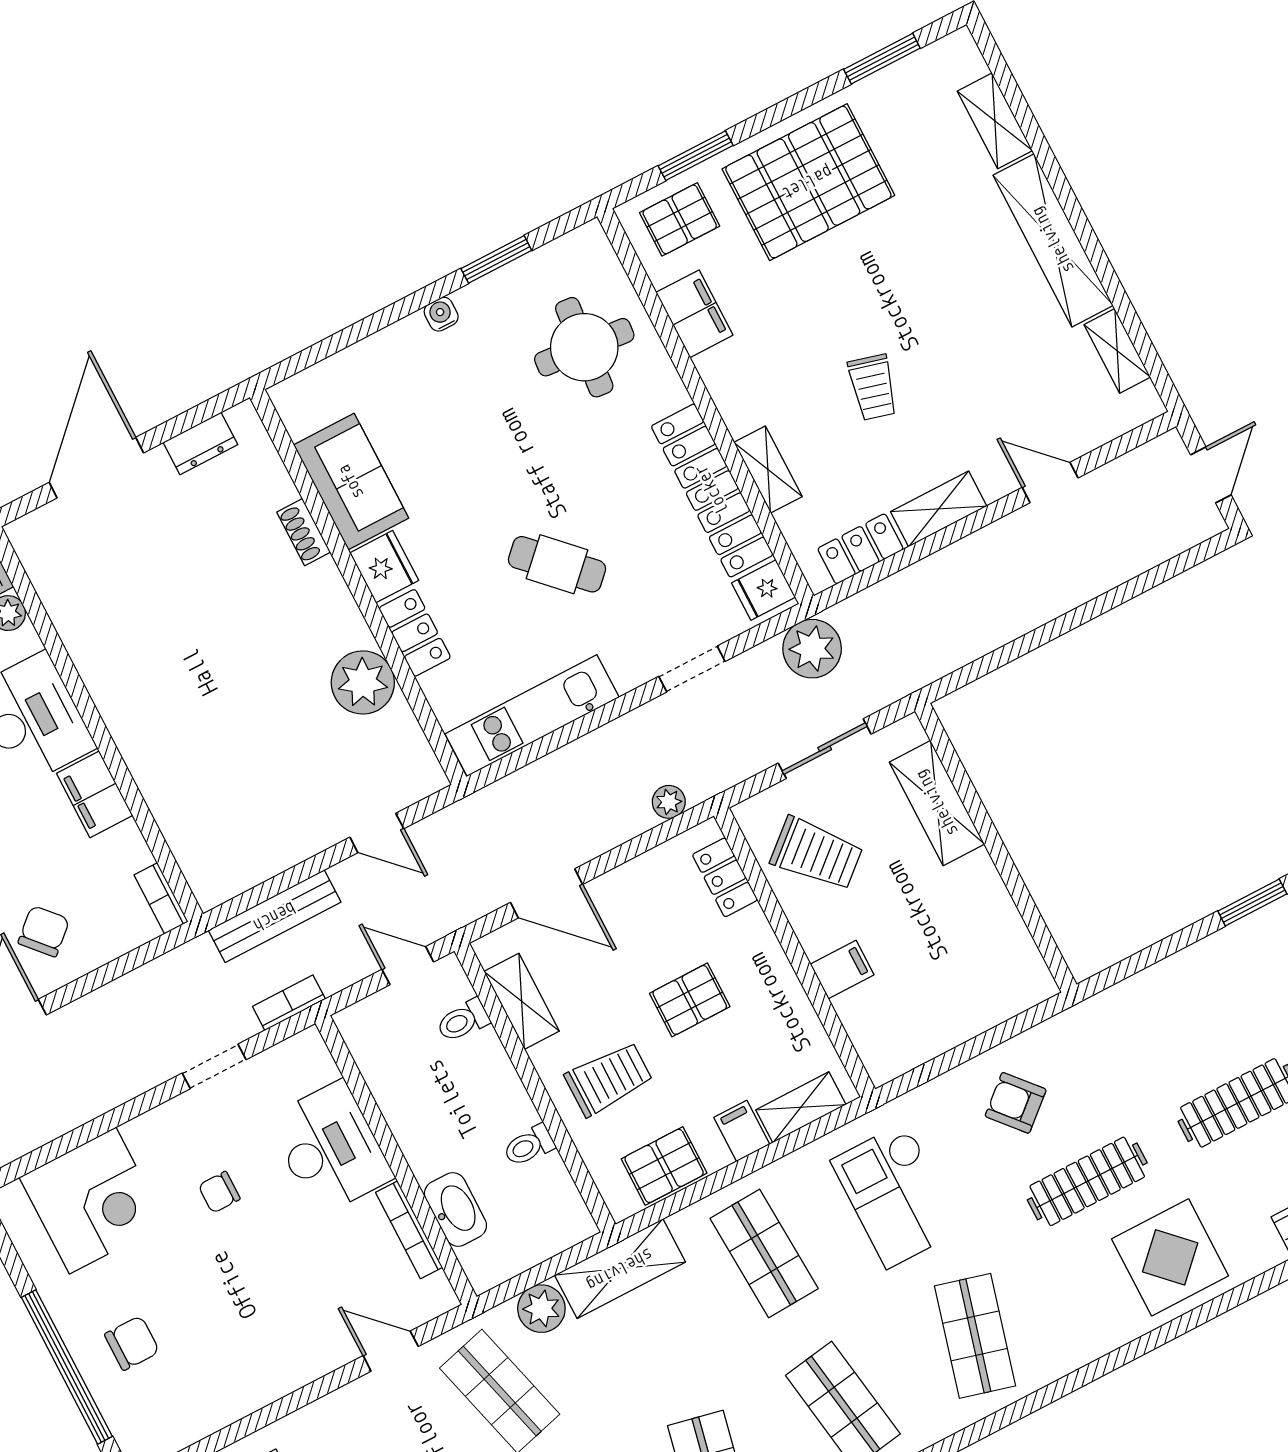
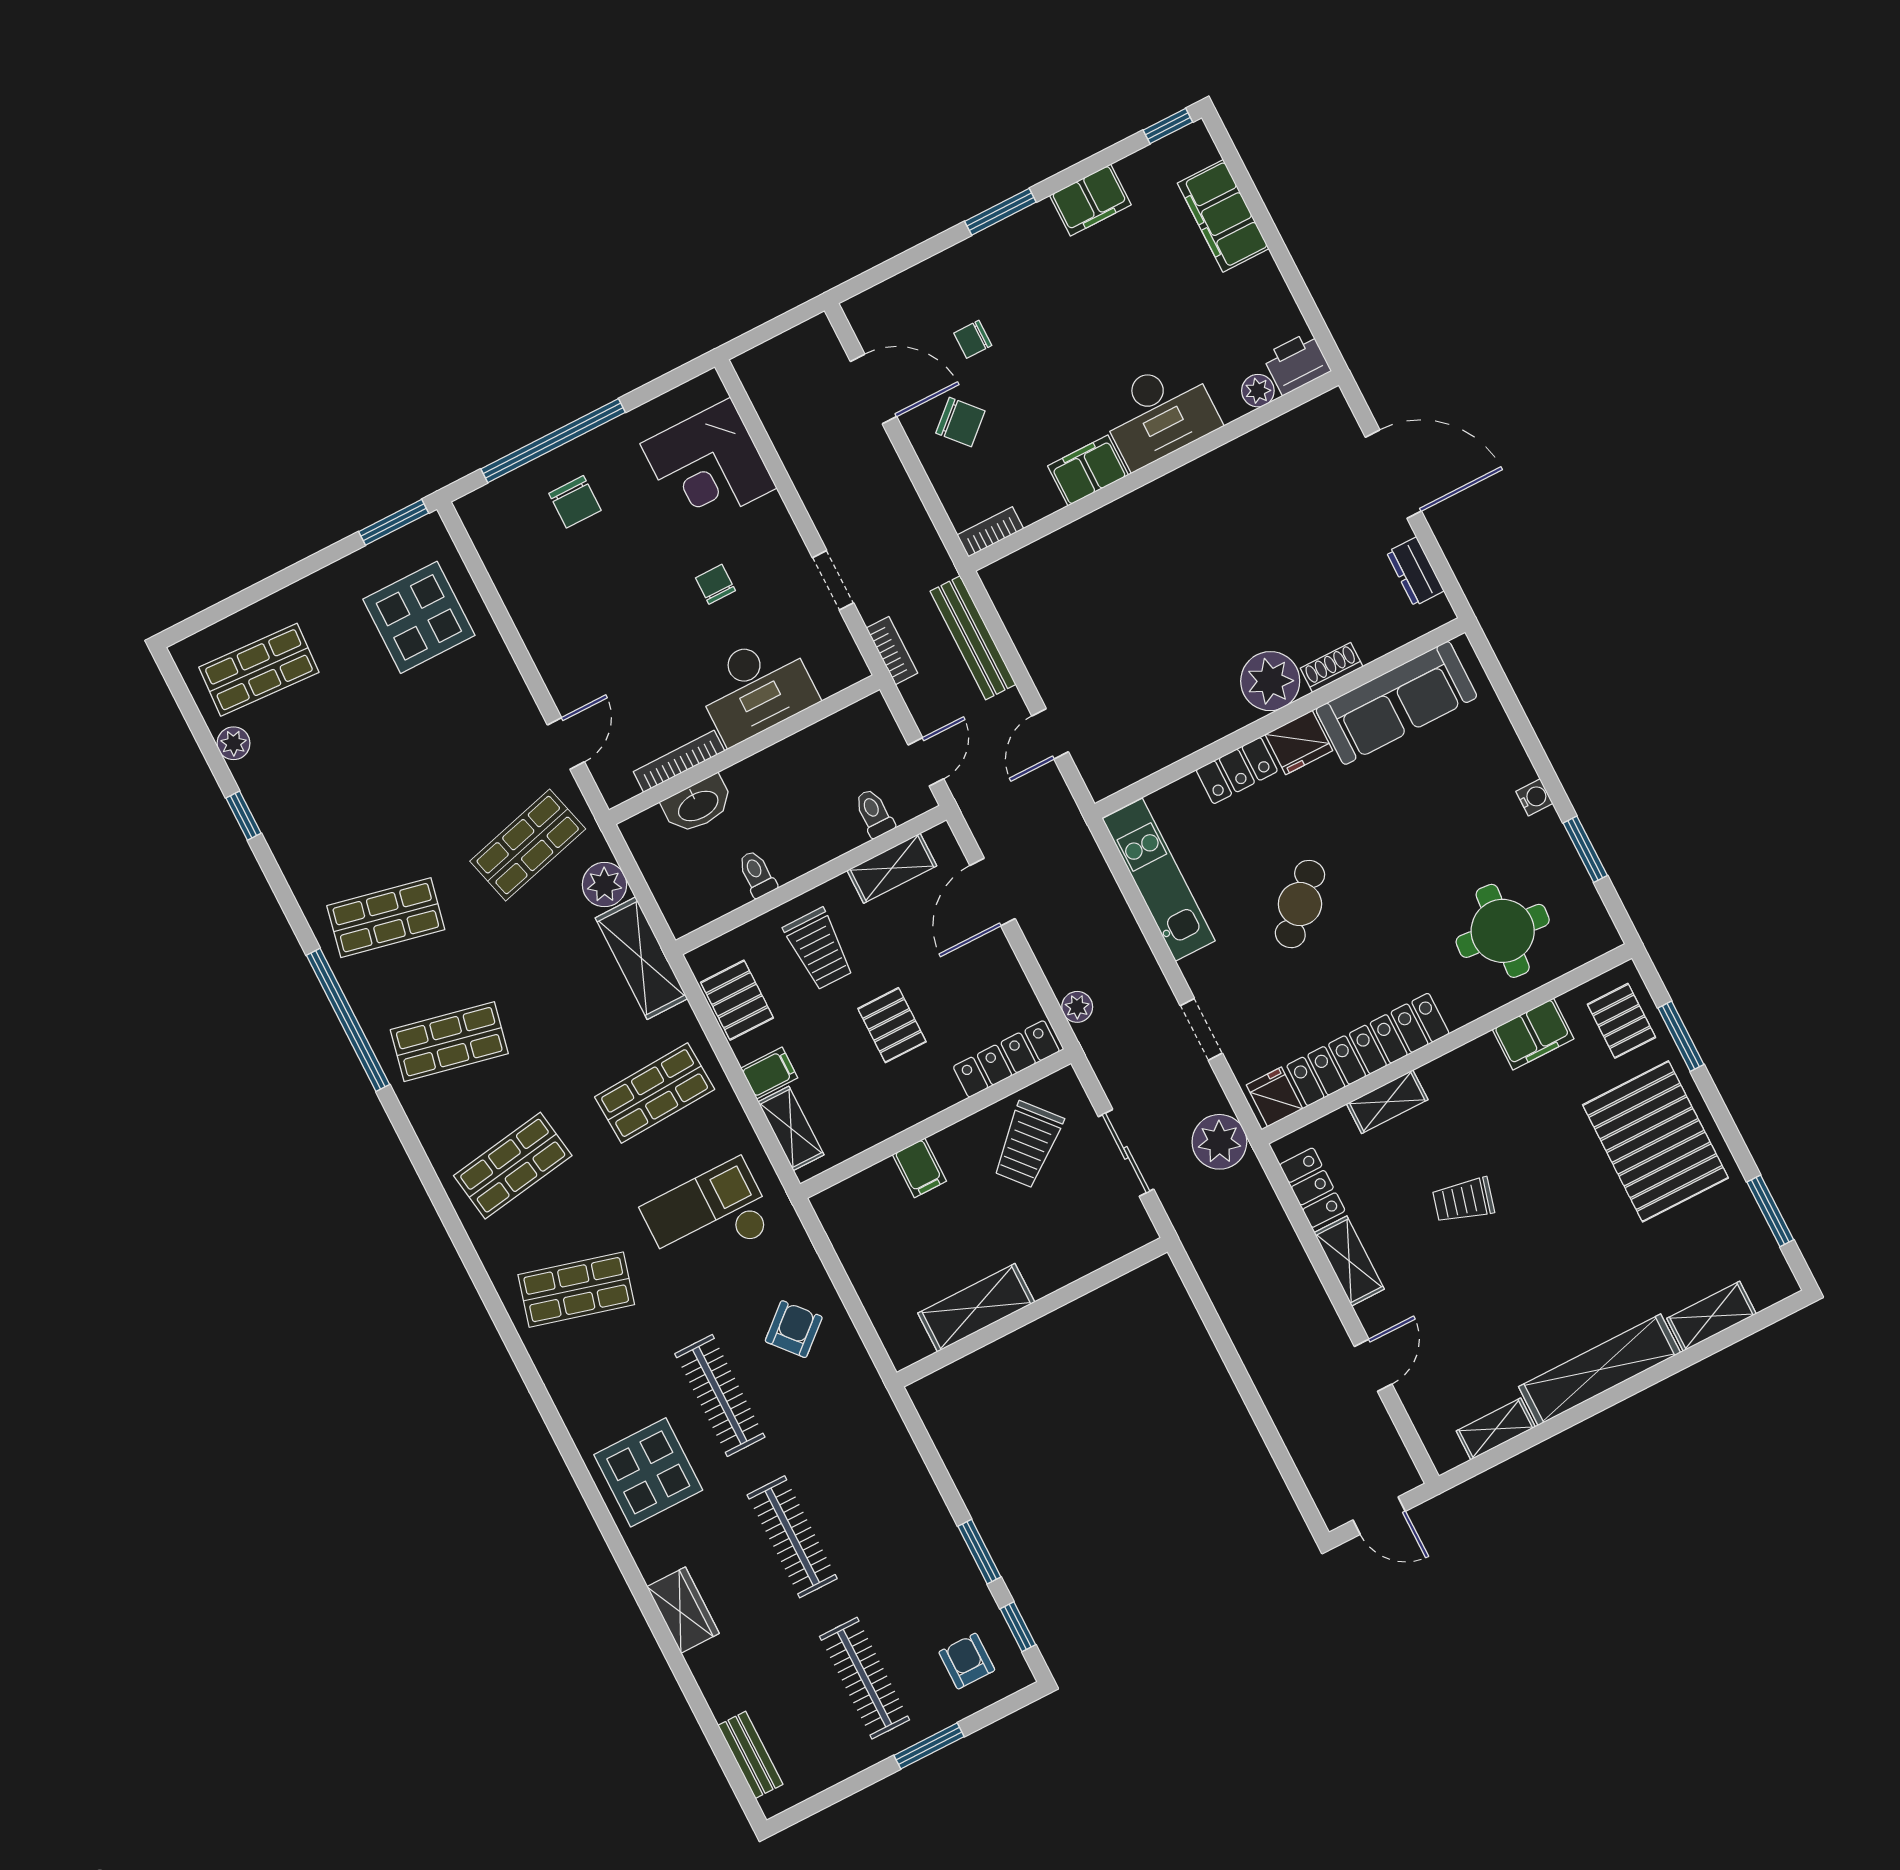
sofa: (351, 482) -> (1396, 703), width x1.36
plant: (363, 682) -> (1270, 681), moved
shelving: (937, 803) -> (976, 1308), moved
locker: (725, 877) -> (1006, 1059), width x1.53

